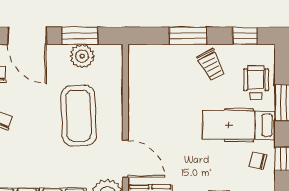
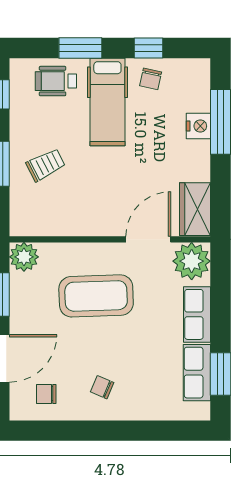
plant: (82, 56) -> (24, 257), moved
trolley: (211, 65) -> (46, 165), moved

